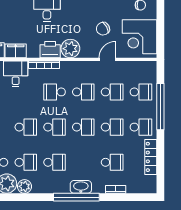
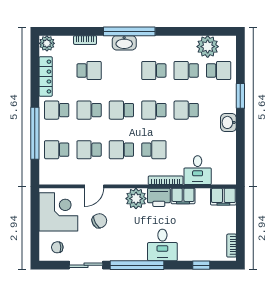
filing cabinet: (16, 51) -> (183, 196), moved
school desk: (112, 162) -> (89, 70), turned 180
plant: (24, 186) -> (47, 43), moved

